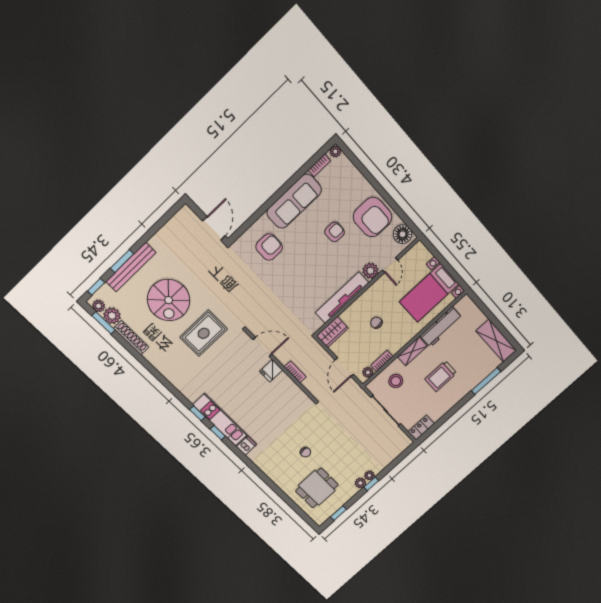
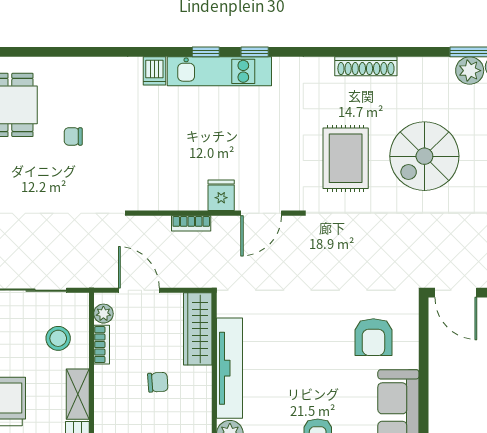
spiral stairs: (169, 300) -> (424, 156), turned -90
wardrobe: (332, 332) -> (198, 329), width x1.50
shoe rack: (131, 338) -> (366, 66), moved

